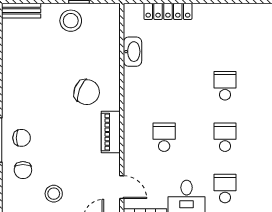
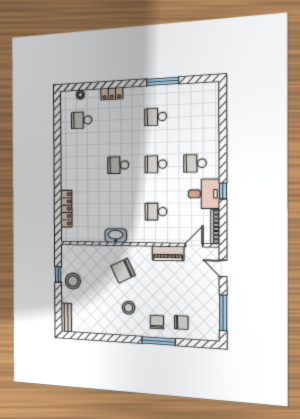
washbasin: (133, 52) -> (116, 236), moved
chair: (87, 92) -> (123, 271), turned -138
piano: (111, 132) -> (168, 253), moved
stool: (54, 194) -> (128, 308), moved

